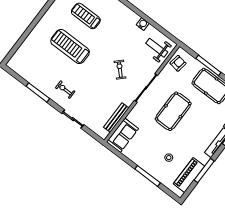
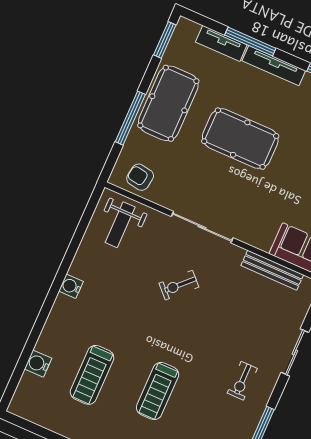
water cooler: (143, 24) -> (71, 286), moved
treadmill: (70, 46) -> (158, 391), width x0.73, depth x0.73
pool table: (173, 111) -> (240, 139), moved

